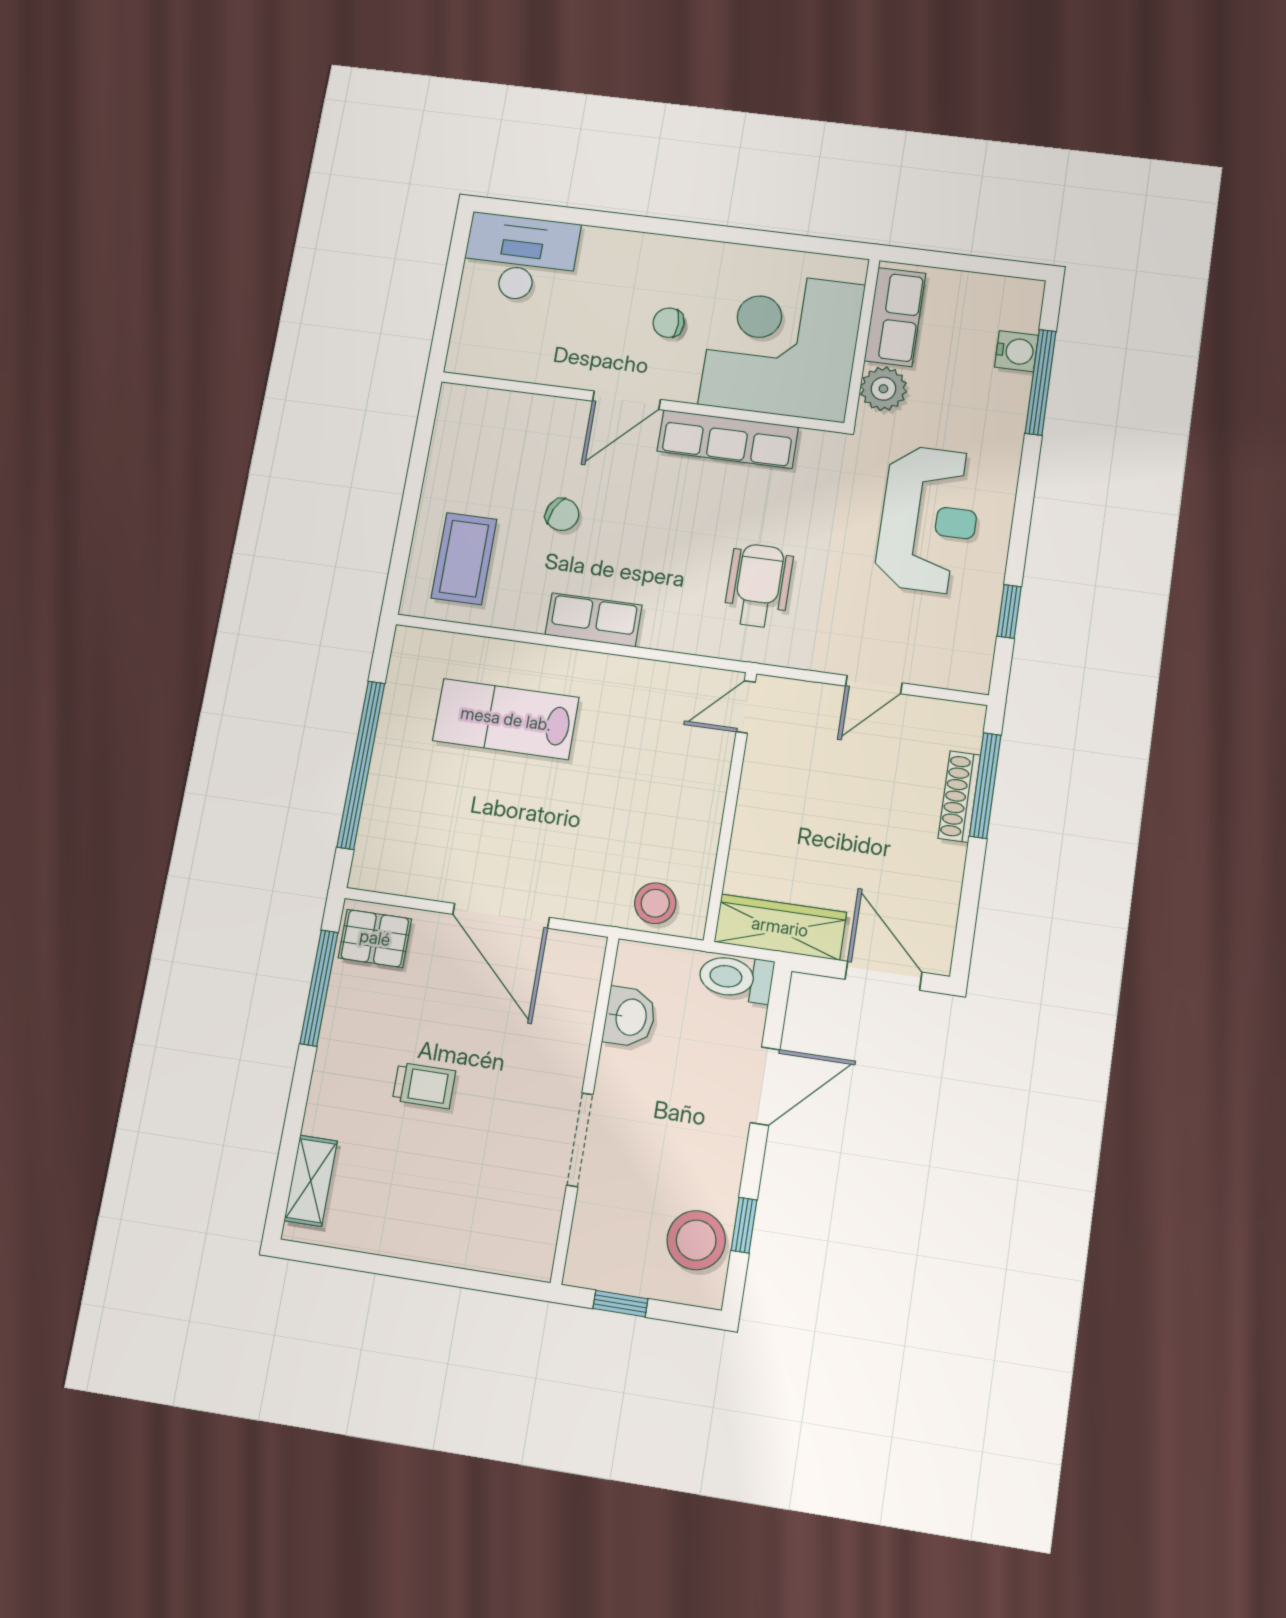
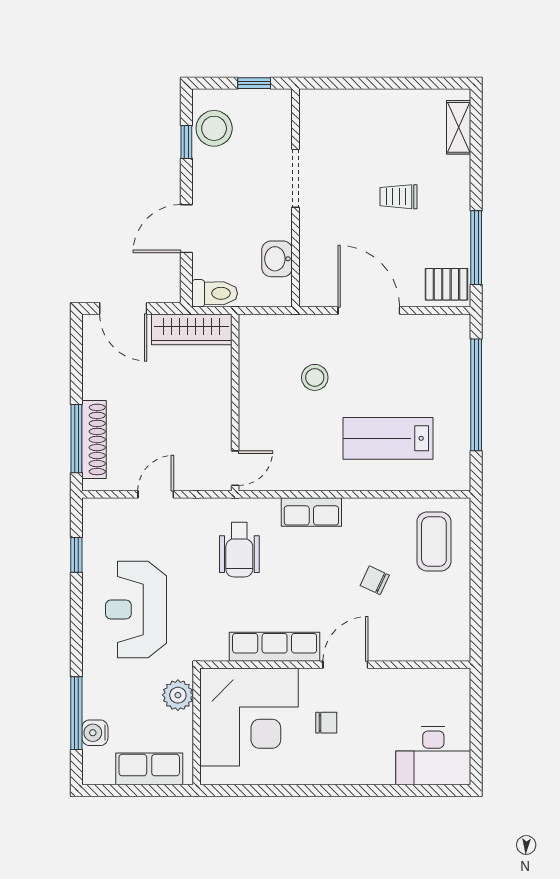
row of seats: (895, 317) -> (149, 769), moved, turned 90
row of seats: (593, 620) -> (311, 512), moved
lab bench: (506, 719) -> (388, 438), turned 180
shoe rack: (959, 797) -> (94, 439), width x1.36, depth x1.24
stool: (655, 903) -> (315, 377), moved

